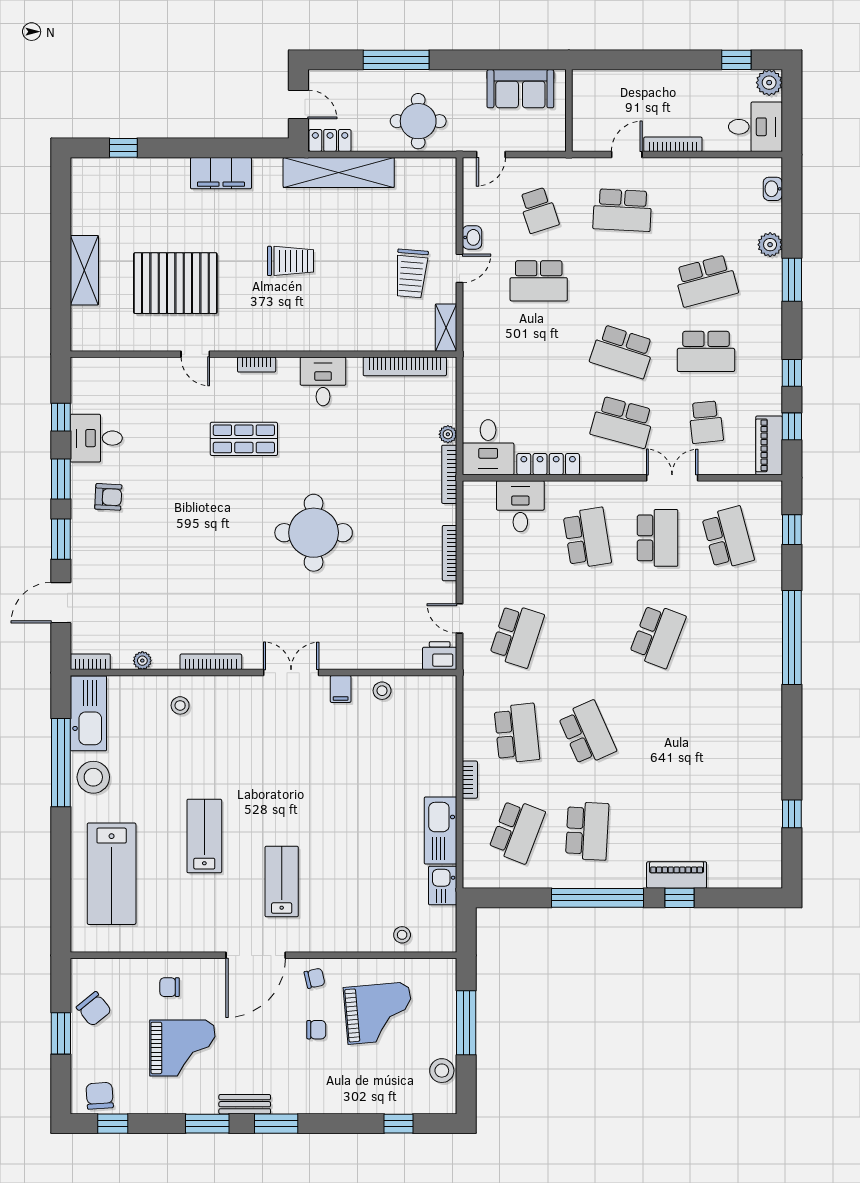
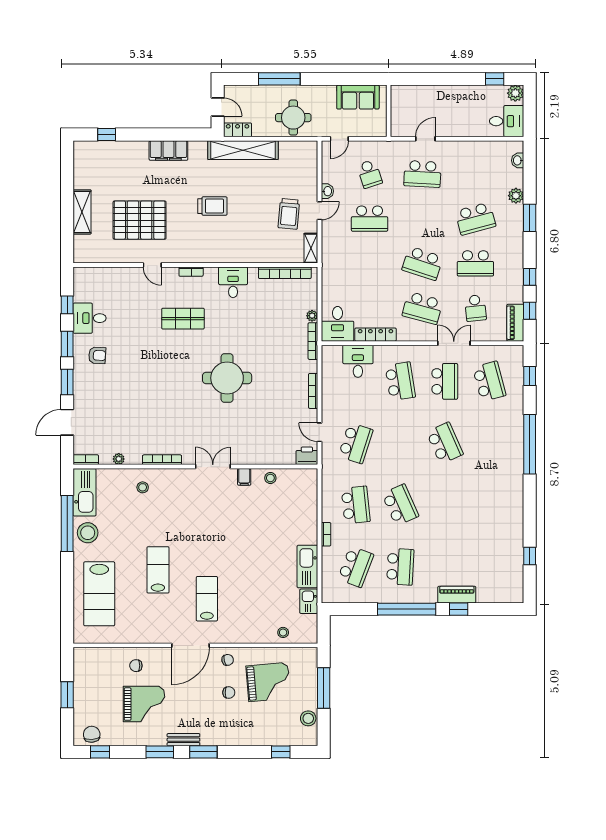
bookcase: (673, 144) -> (454, 132), removed
school desk: (658, 636) -> (445, 443), turned -45
chair: (94, 1009) -> (88, 679), removed

